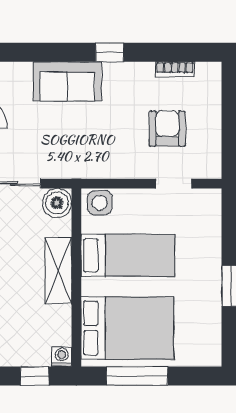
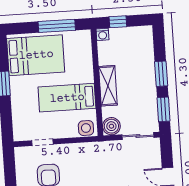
bed: (127, 328) -> (36, 55), moved, turned 180

